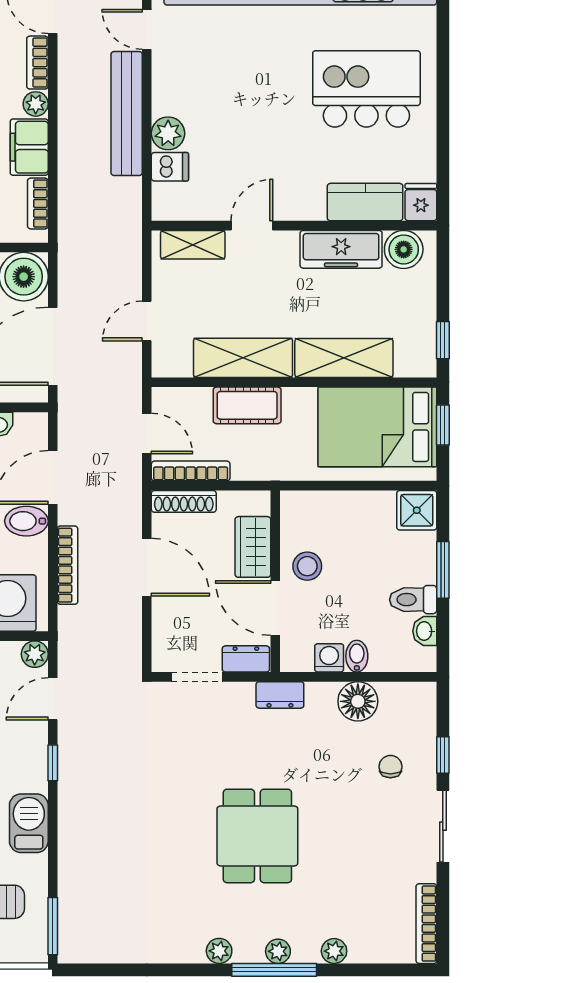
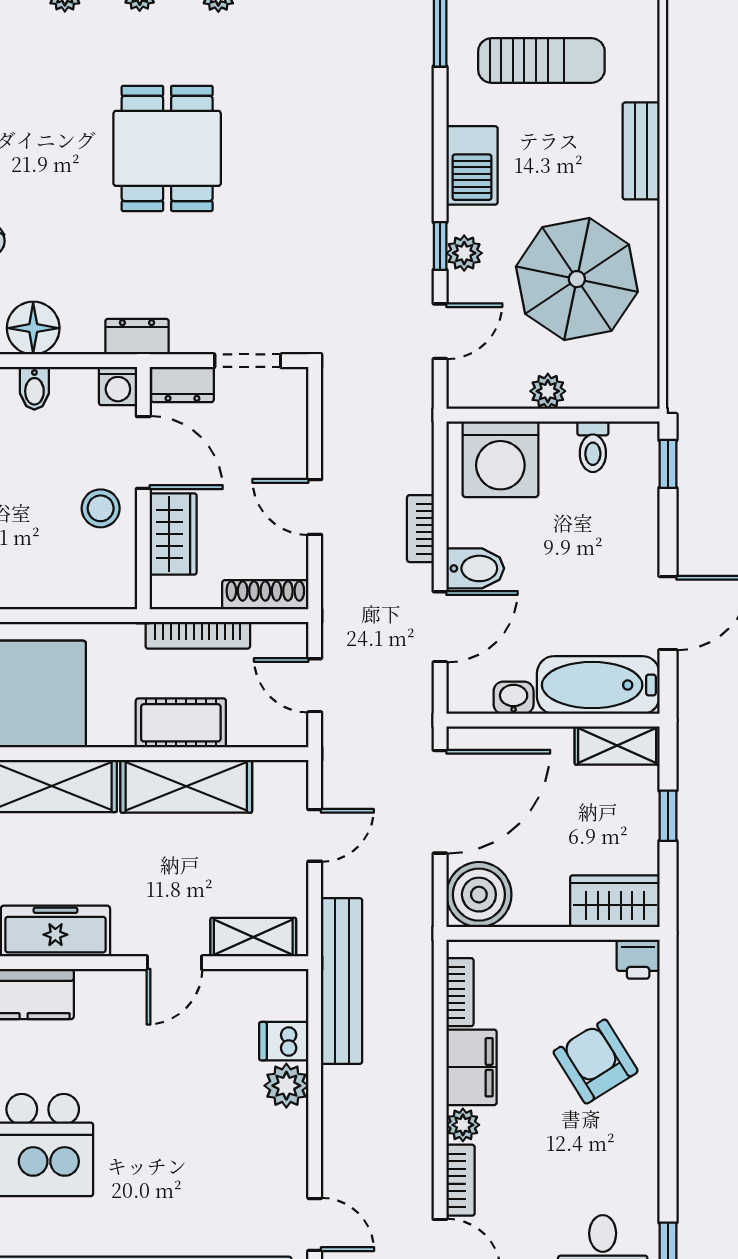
bench: (127, 114) -> (342, 981), moved
bookcase: (191, 471) -> (198, 635), moved
bookcase: (68, 565) -> (420, 529), width x0.64
door: (147, 567) -> (315, 507), width x0.73
plant: (35, 654) -> (464, 253), moved
washing machine: (329, 658) -> (118, 386), moved

